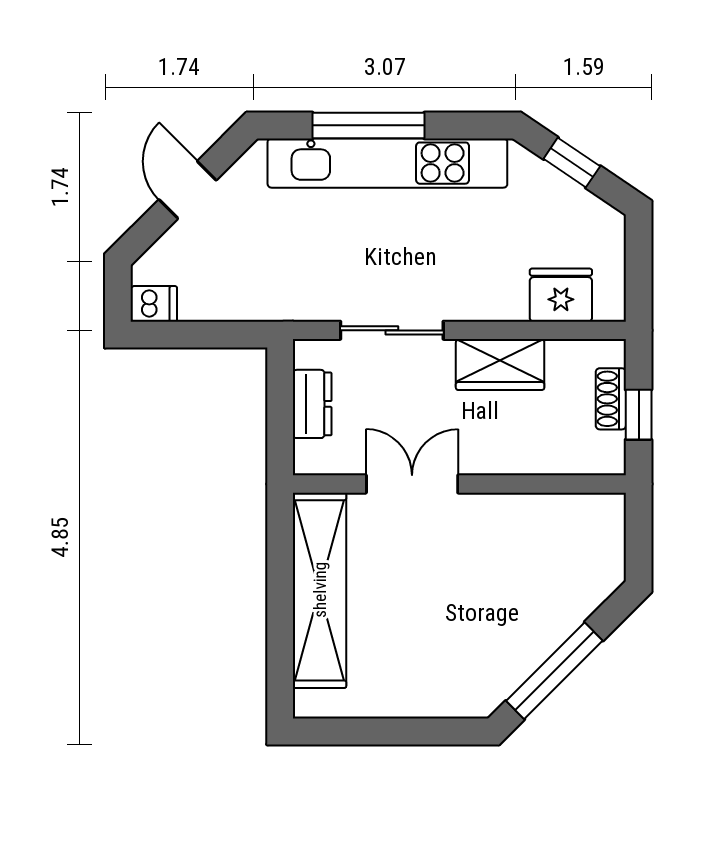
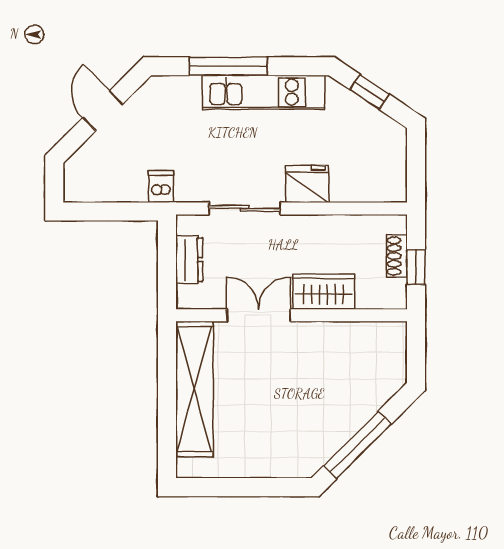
kitchen unit: (387, 163) -> (264, 92), width x0.73
fridge: (561, 295) -> (307, 184), moved
dishwasher: (154, 304) -> (161, 186), moved, turned -90
wardrobe: (500, 364) -> (324, 291), moved, turned 180

